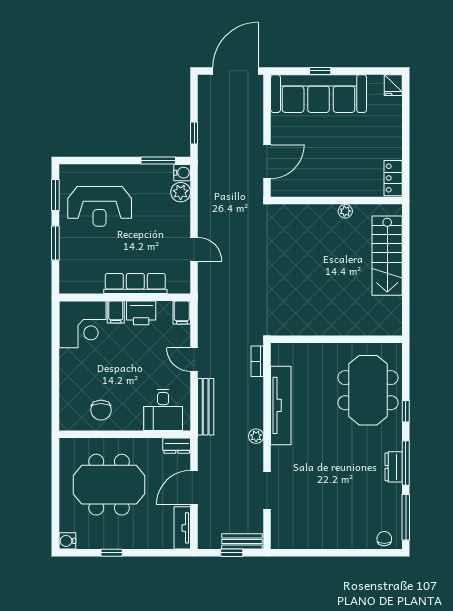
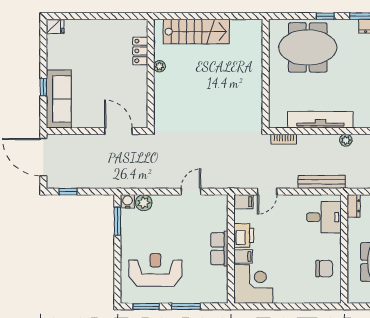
sofa: (319, 94) -> (59, 99), width x0.74, depth x0.79
window: (194, 133) -> (68, 192), moved
locker: (393, 178) -> (140, 51), moved, turned 90
reception desk: (100, 206) -> (155, 270), turned -90
row of seats: (135, 283) -> (219, 249), width x0.68
door: (194, 360) -> (267, 192), moved

